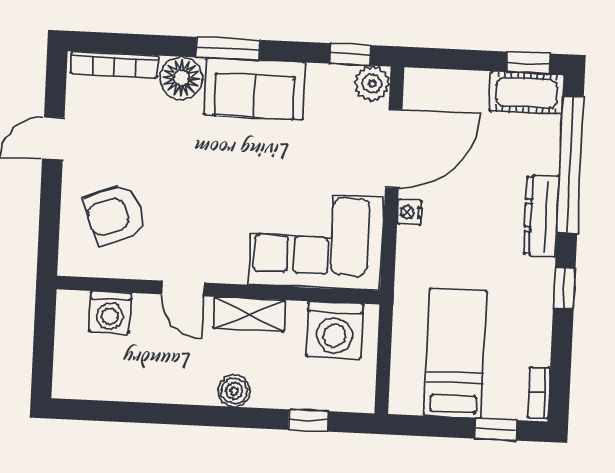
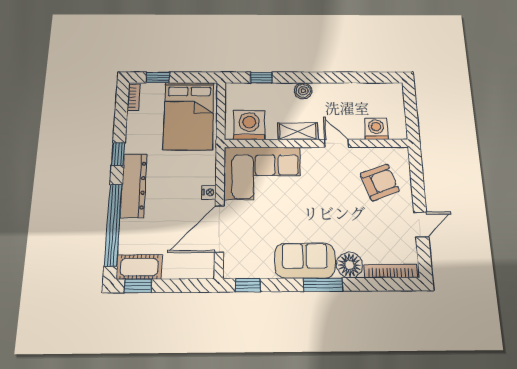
plant: (372, 83) -> (234, 268), removed
dresser: (542, 216) -> (134, 185), width x1.37, depth x1.24
bed: (456, 353) -> (189, 116), width x1.50

